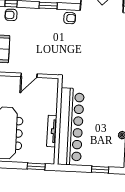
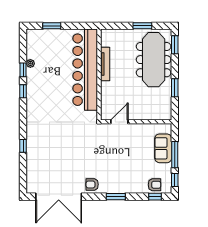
door: (29, 75) -> (119, 122), moved
window: (36, 166) -> (142, 26), moved

